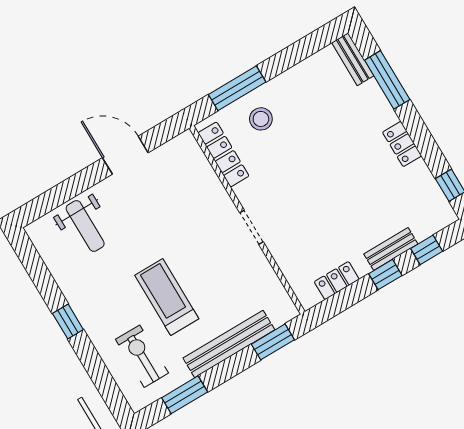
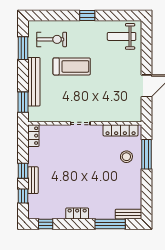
weight bench: (85, 226) -> (122, 36), moved
locker: (337, 281) -> (33, 136), moved

